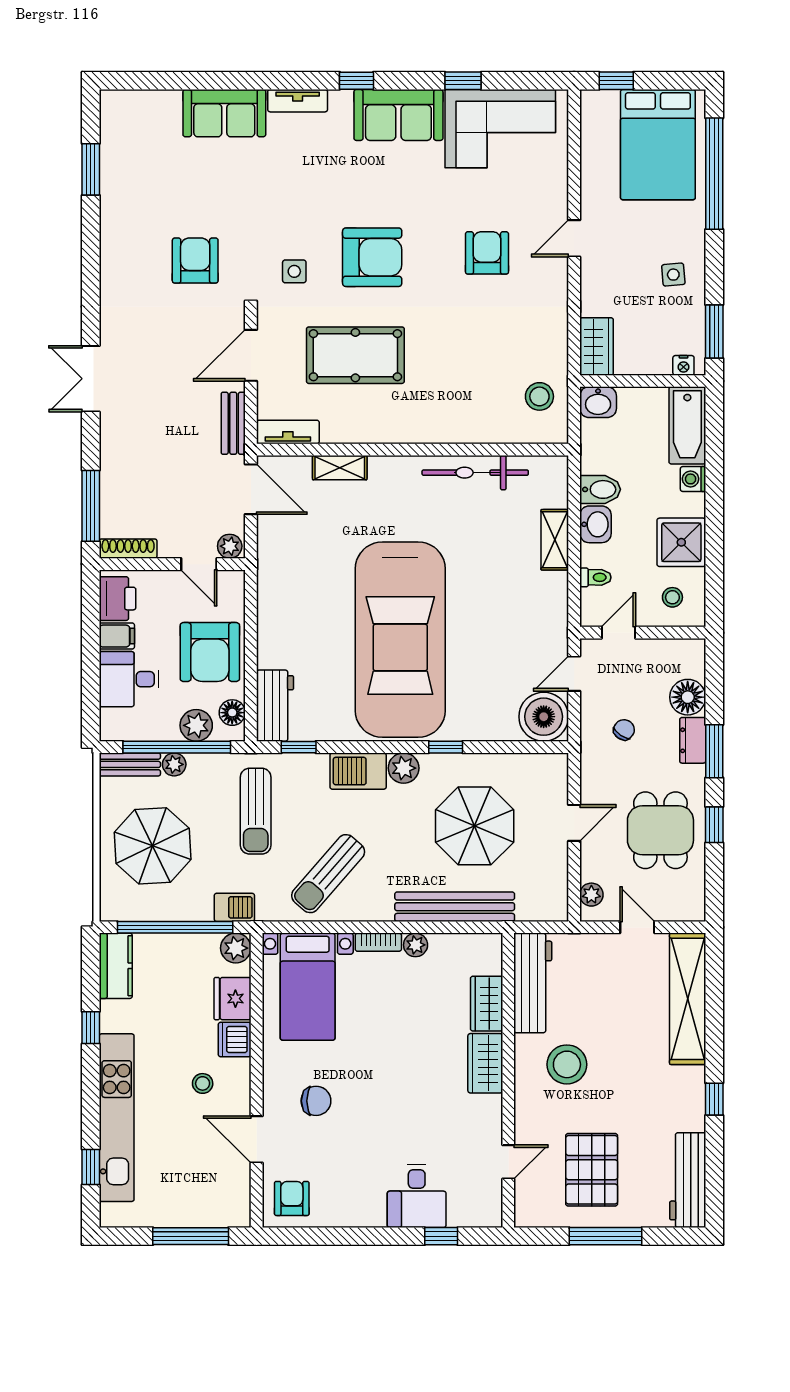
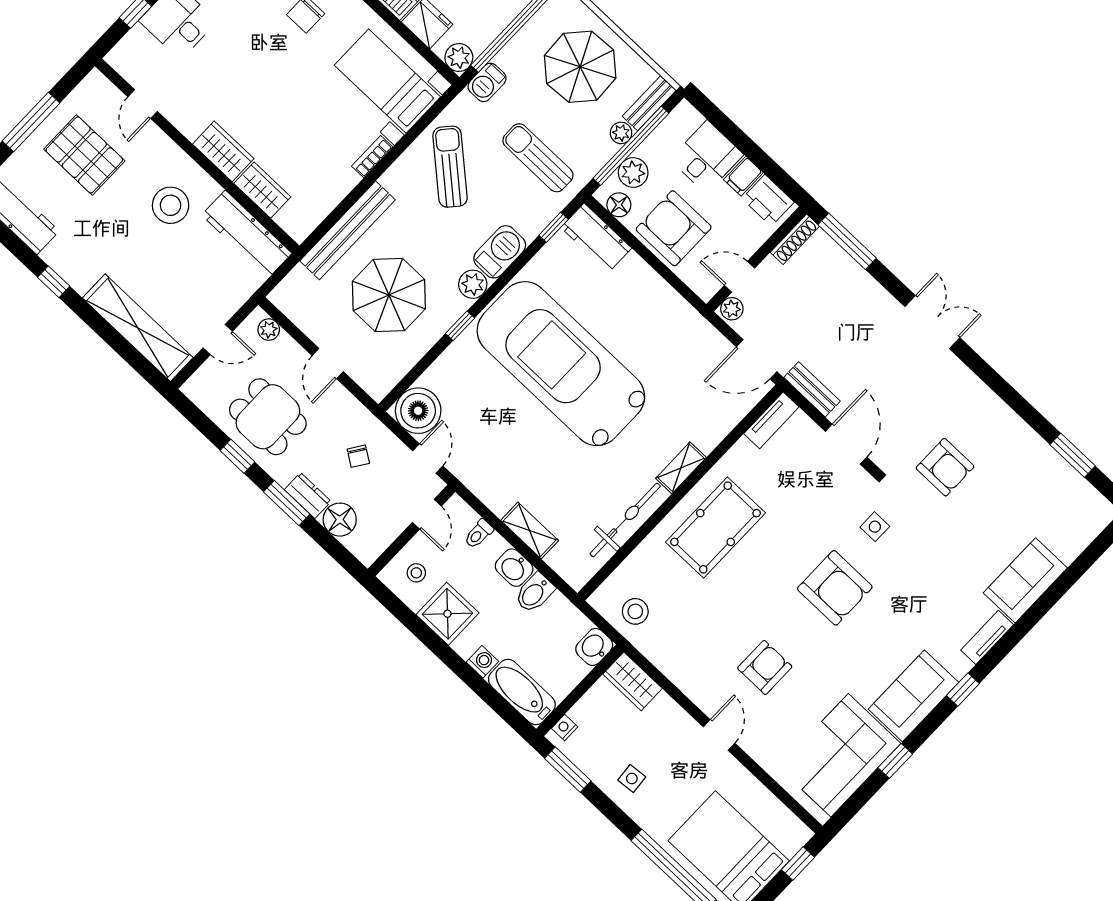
armchair: (487, 253) -> (765, 667), turned -90
armchair: (372, 257) -> (835, 588), turned -90
pool table: (355, 355) -> (715, 527), moved
shelving: (340, 468) -> (681, 468), moved
plant: (416, 945) -> (347, 180), removed

